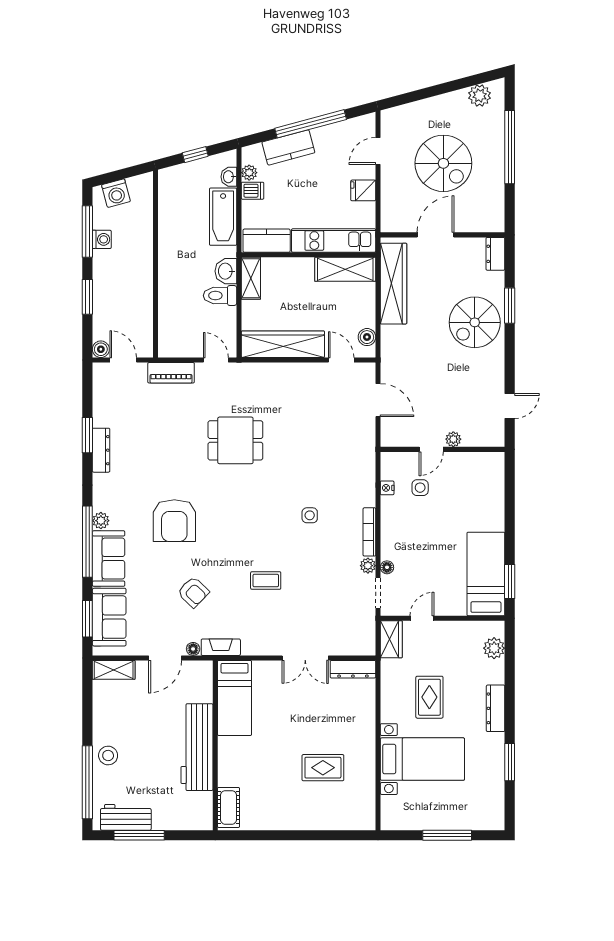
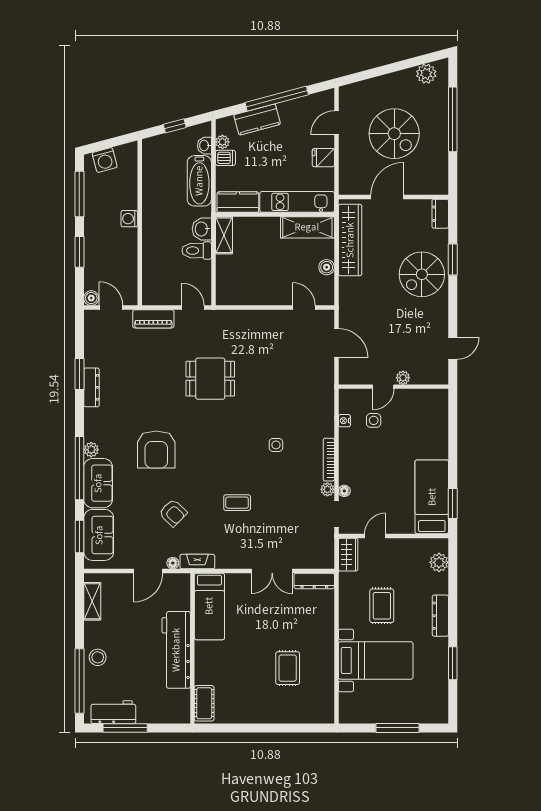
washing machine: (102, 239) -> (129, 219), moved, turned 180
boiler: (367, 337) -> (327, 267), moved
wardrobe: (283, 344) -> (252, 294), removed
shelving: (114, 670) -> (92, 601), moved, turned 90
rug: (323, 768) -> (288, 668), turned 90

